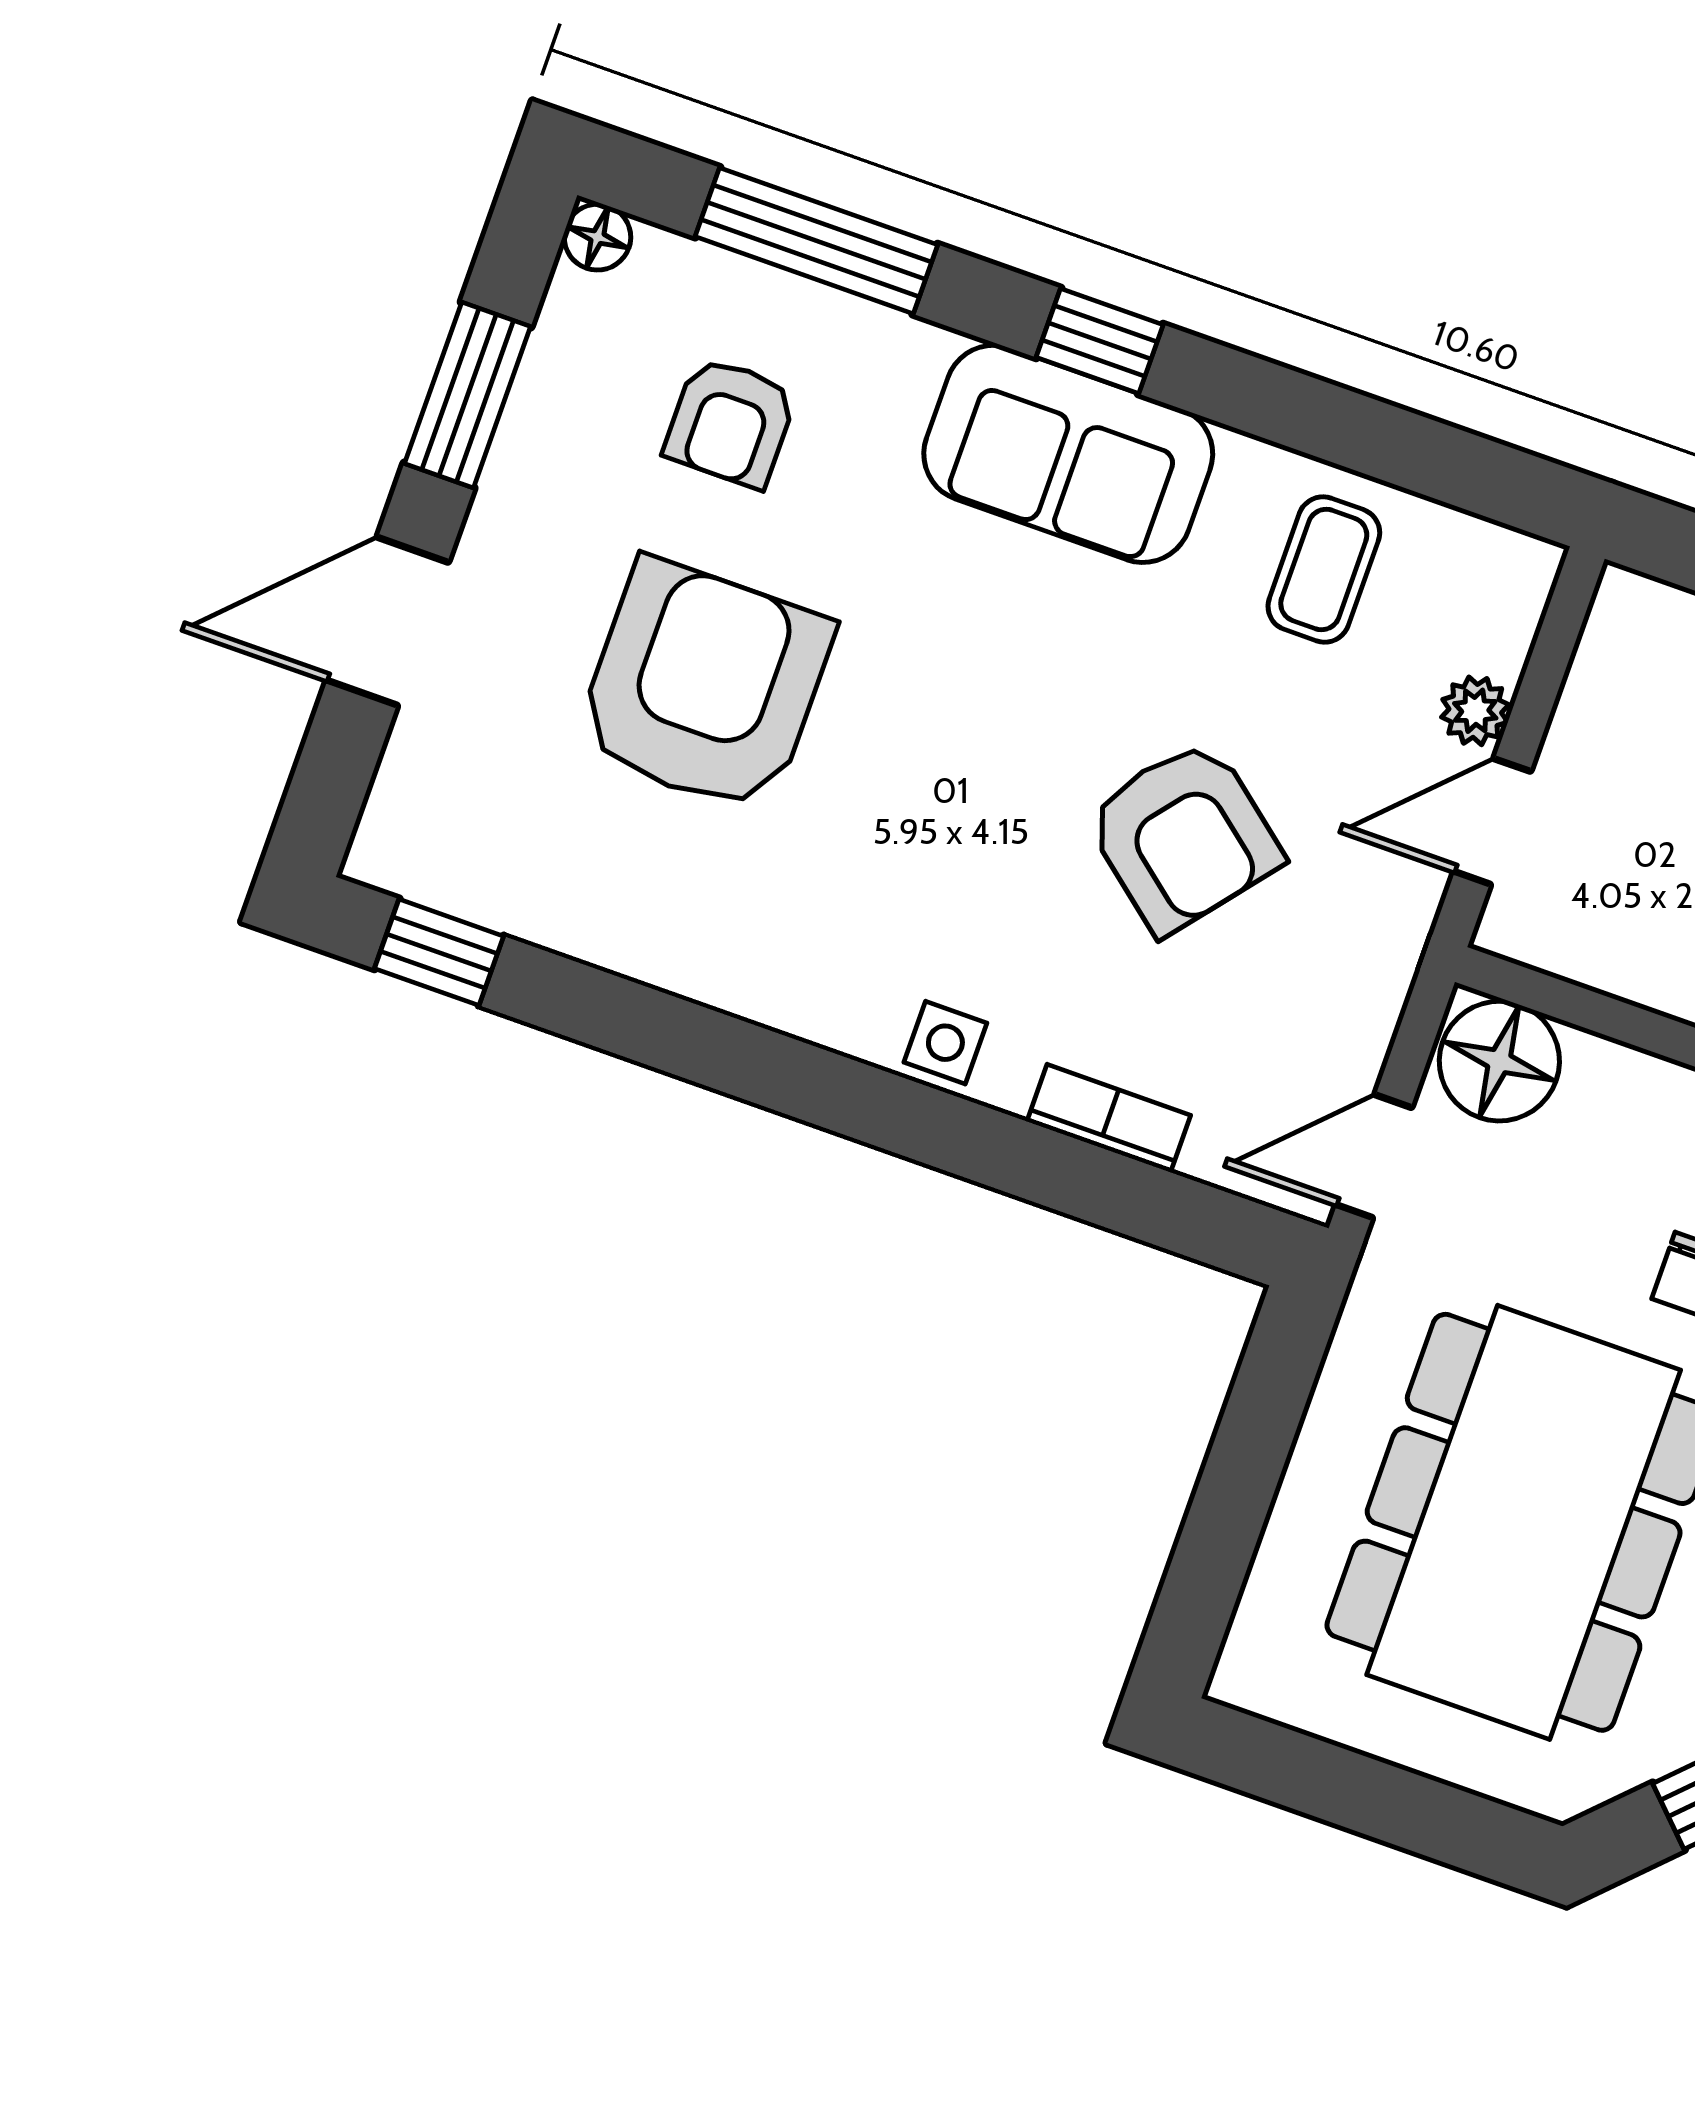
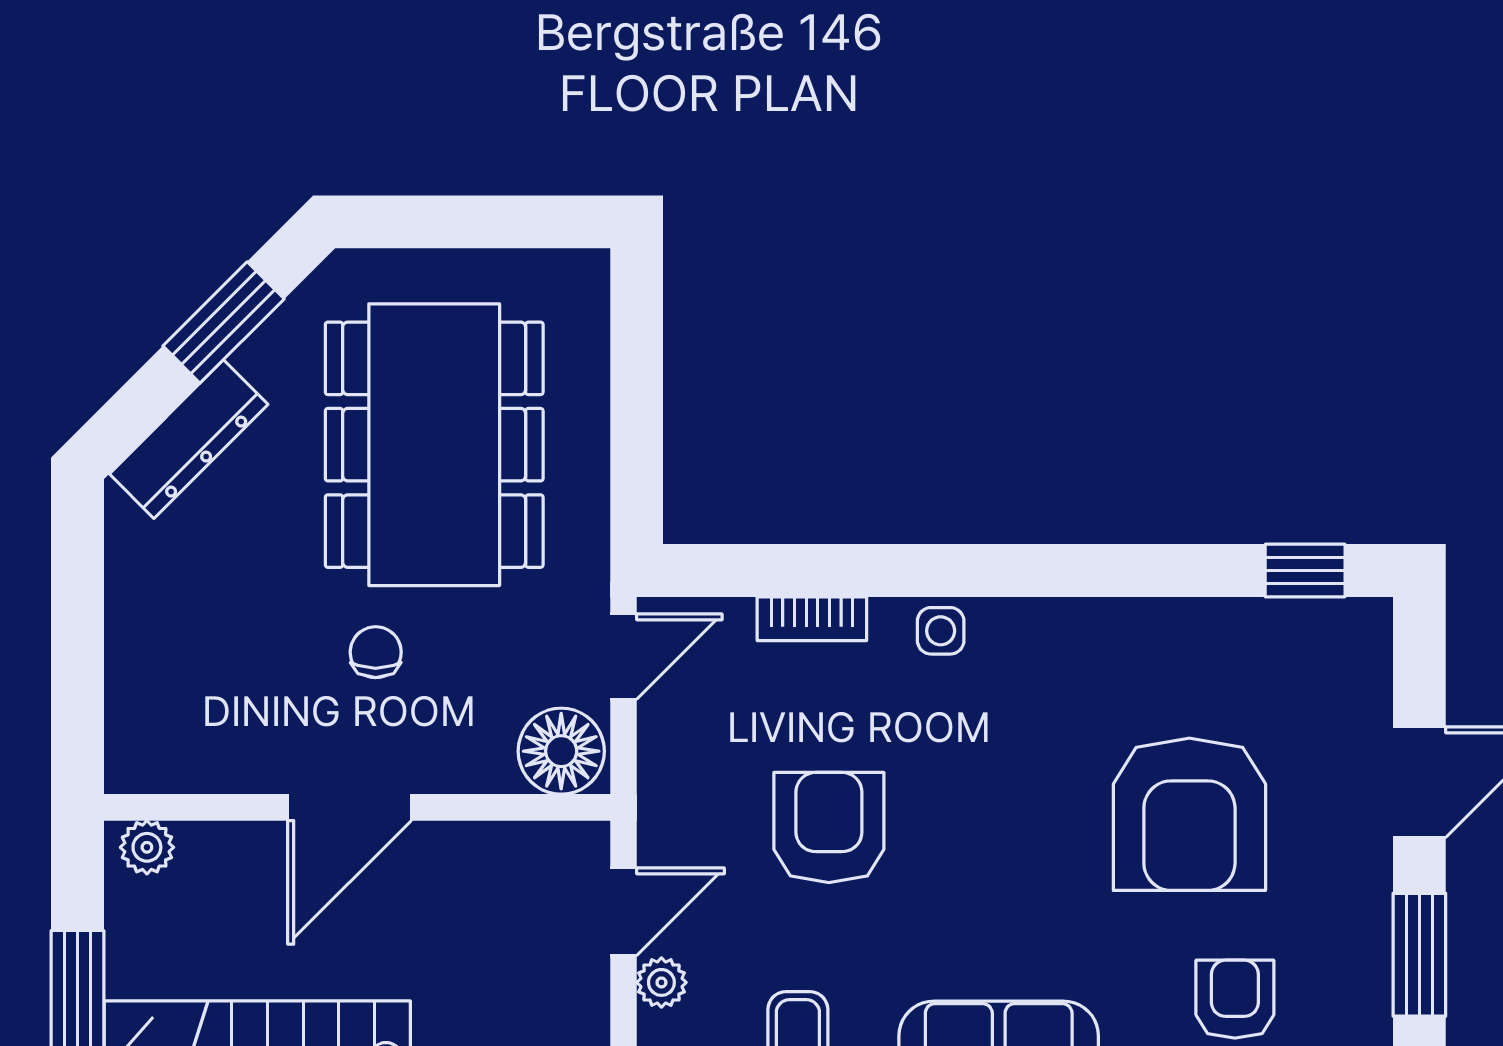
armchair: (1183, 836) -> (829, 827), turned 51

